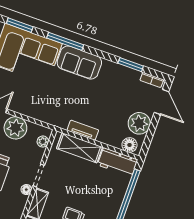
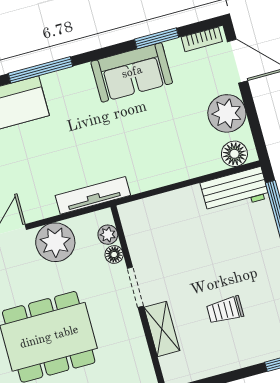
sofa: (79, 62) -> (132, 72), moved
tv unit: (83, 130) -> (93, 195), moved, width x1.41
shelving: (79, 148) -> (166, 207), removed
floor lamp: (26, 190) -> (114, 254), moved

